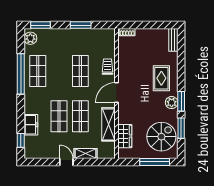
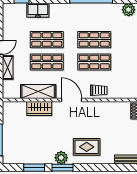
shop shelf: (38, 71) -> (94, 40), moved
wardrobe: (125, 136) -> (39, 109), moved
spiral stairs: (161, 137) -> (25, 147), removed

